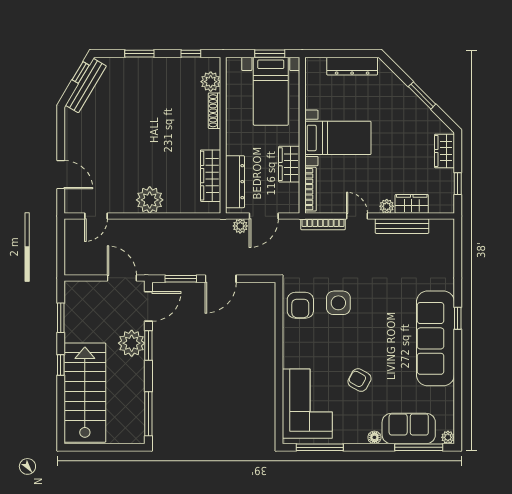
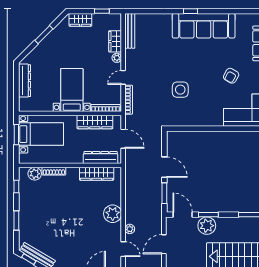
wardrobe: (289, 164) -> (95, 122), width x1.50
plant: (240, 226) -> (130, 229), moved
bench: (402, 226) -> (130, 31), moved
door: (122, 278) -> (164, 244), moved
armchair: (300, 305) -> (182, 115), removed

